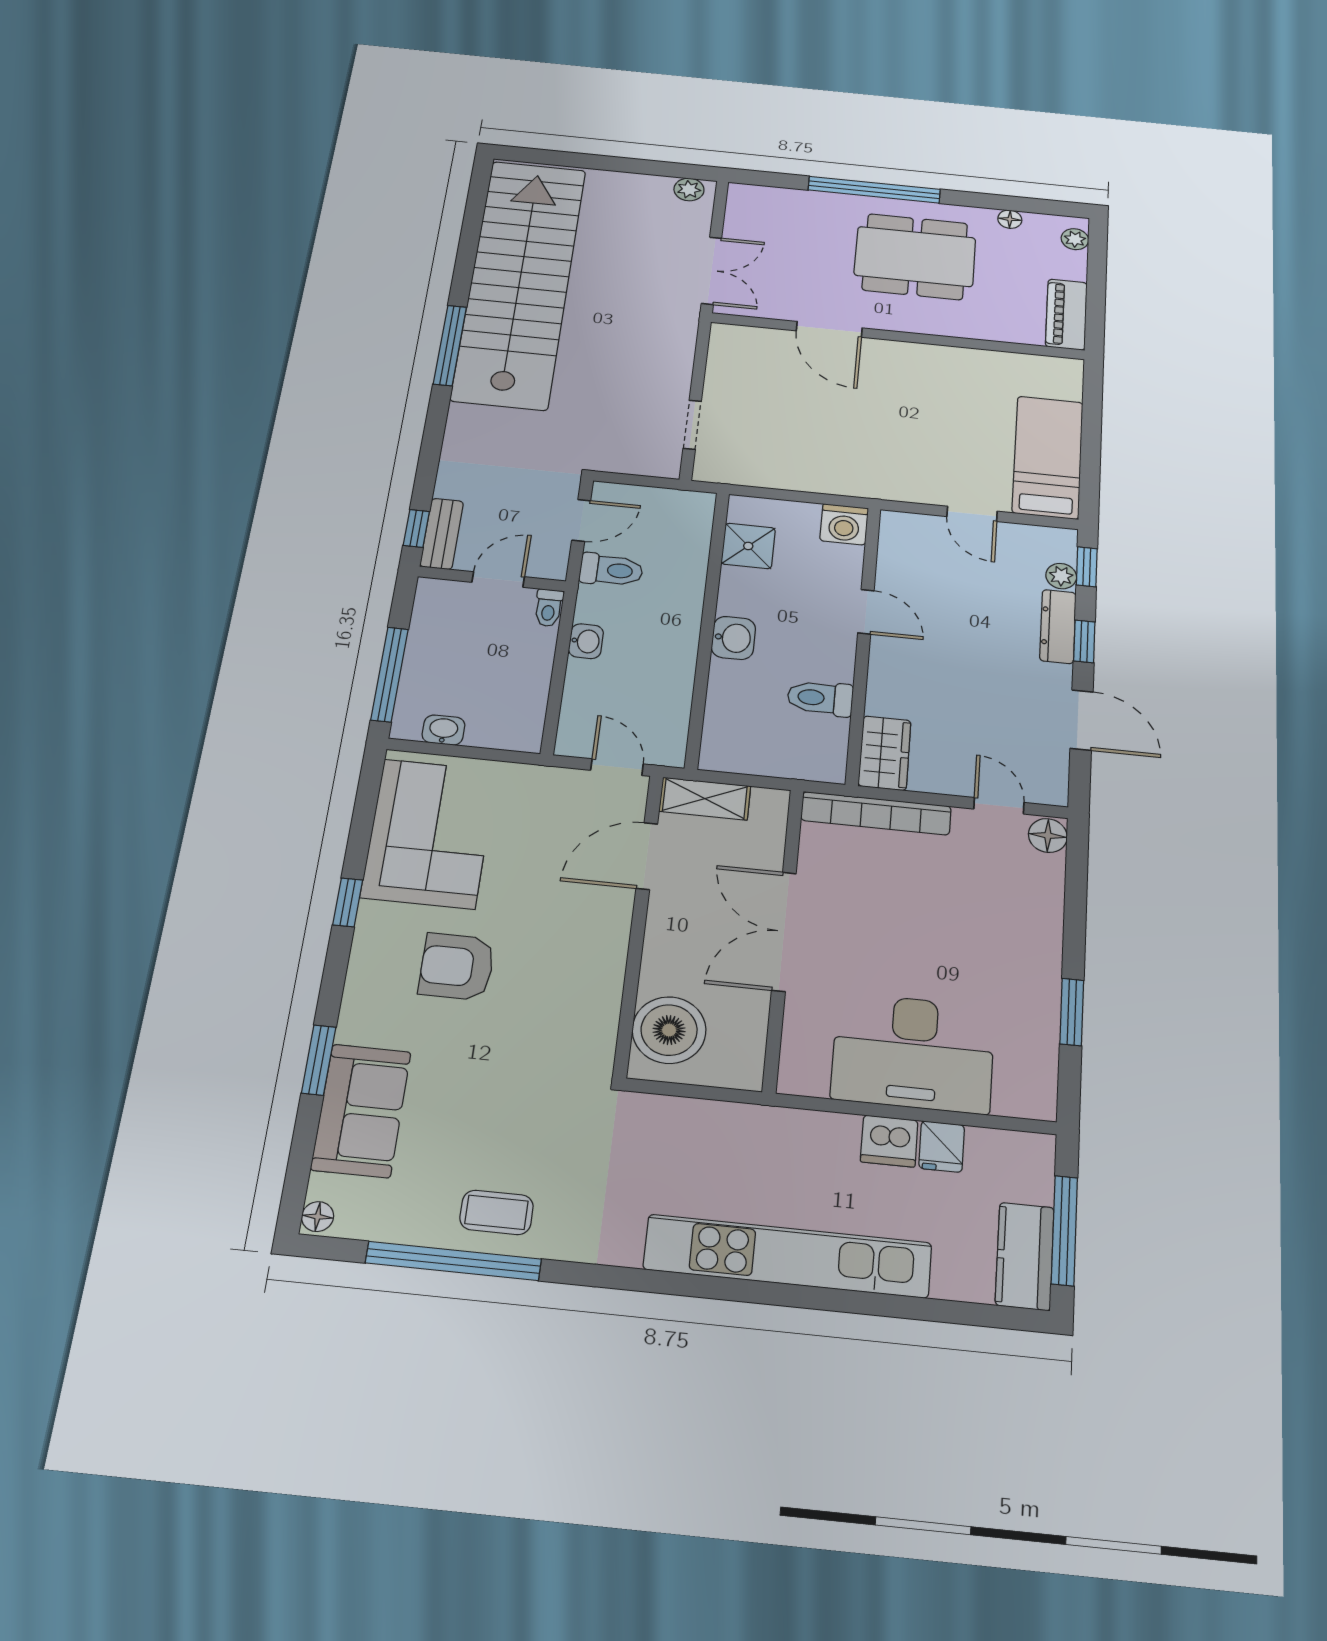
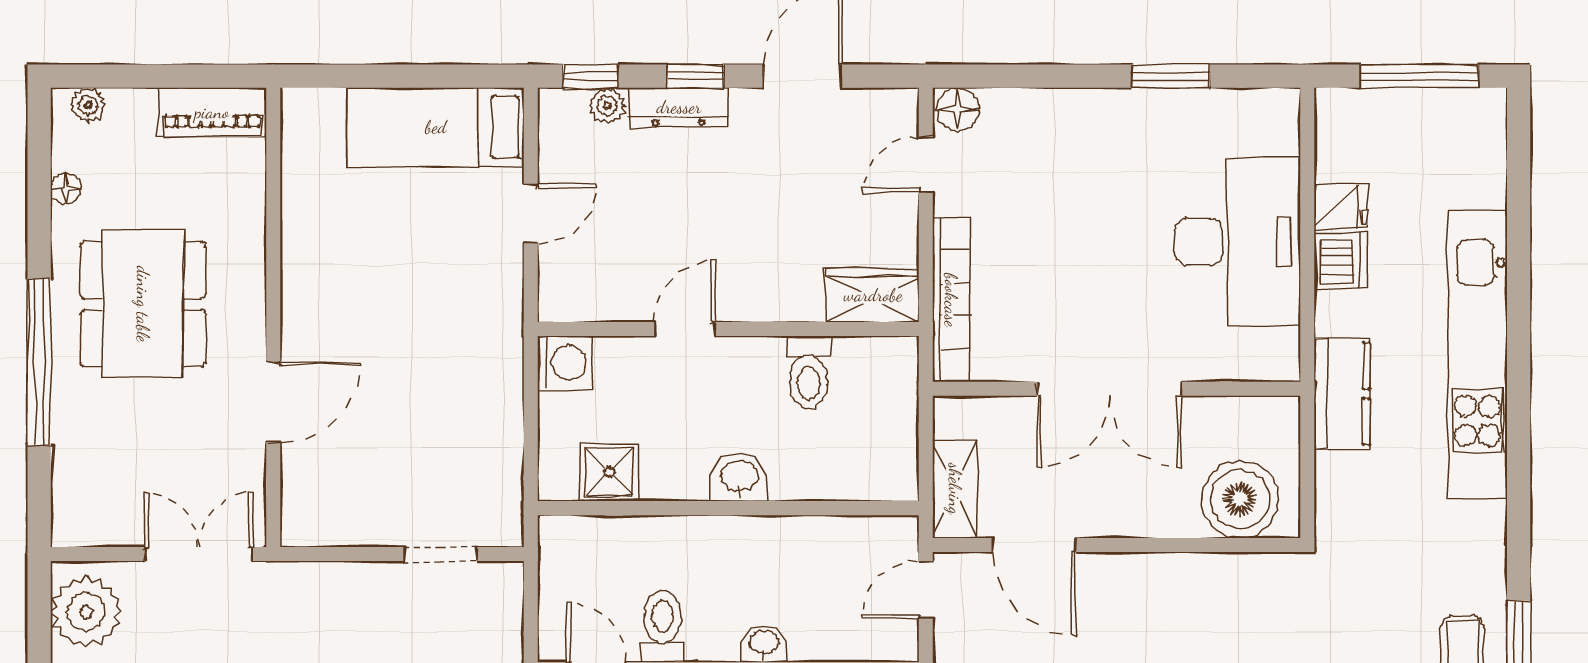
plant: (689, 189) -> (86, 612), width x1.88, depth x1.88
kitchen counter: (1025, 1256) -> (1342, 393), moved, turned -90

